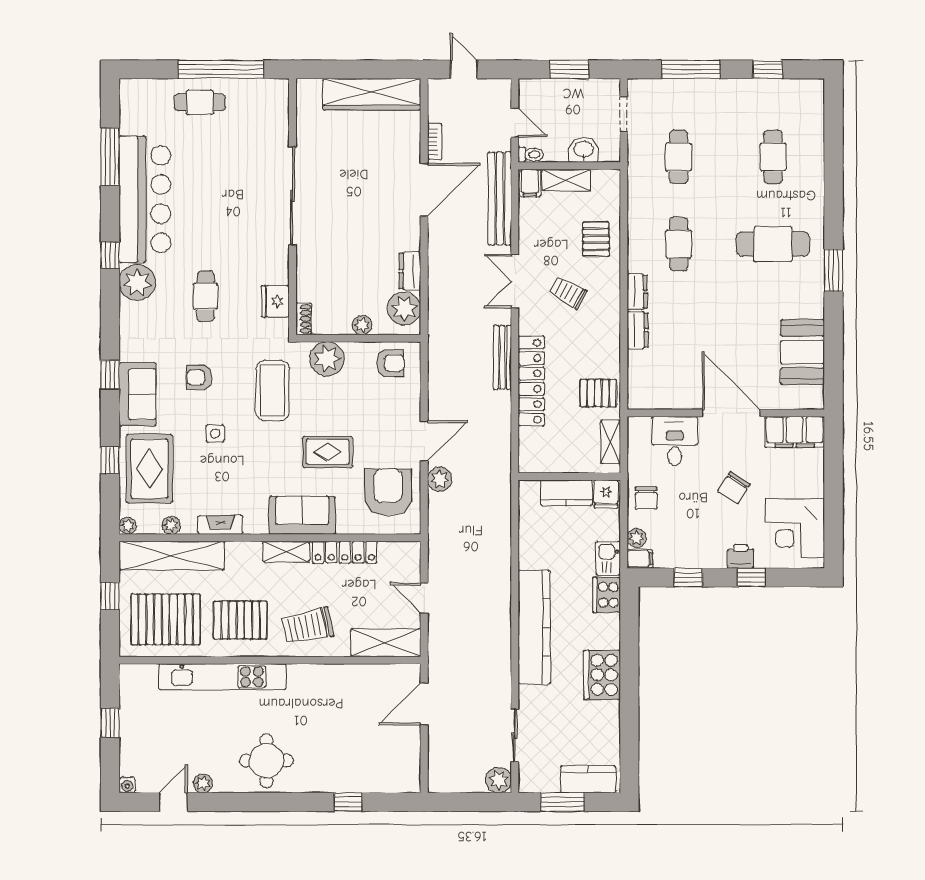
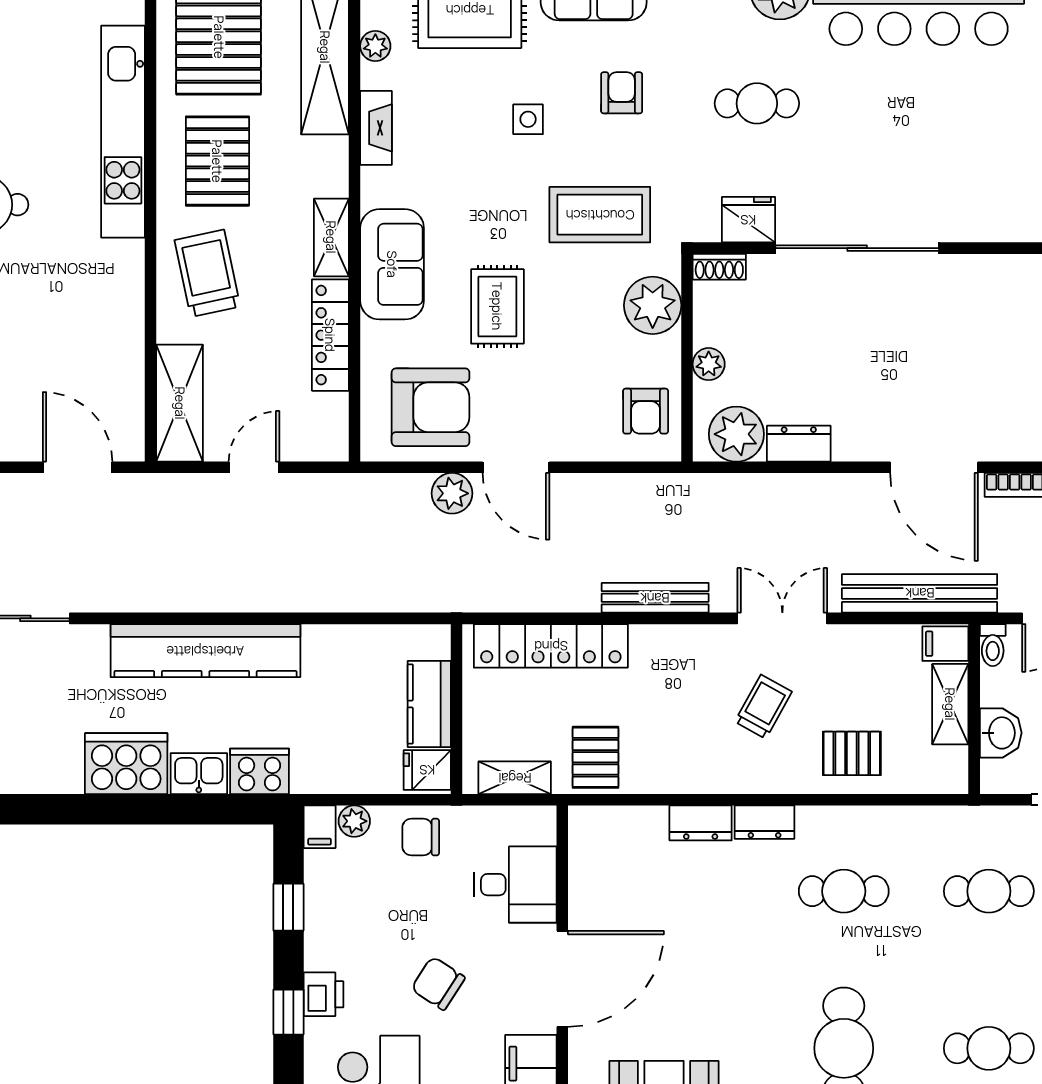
sliding door: (293, 196) -> (857, 248), moved
locker: (531, 381) -> (551, 646), moved
kitchen sink: (608, 558) -> (199, 774), moved

